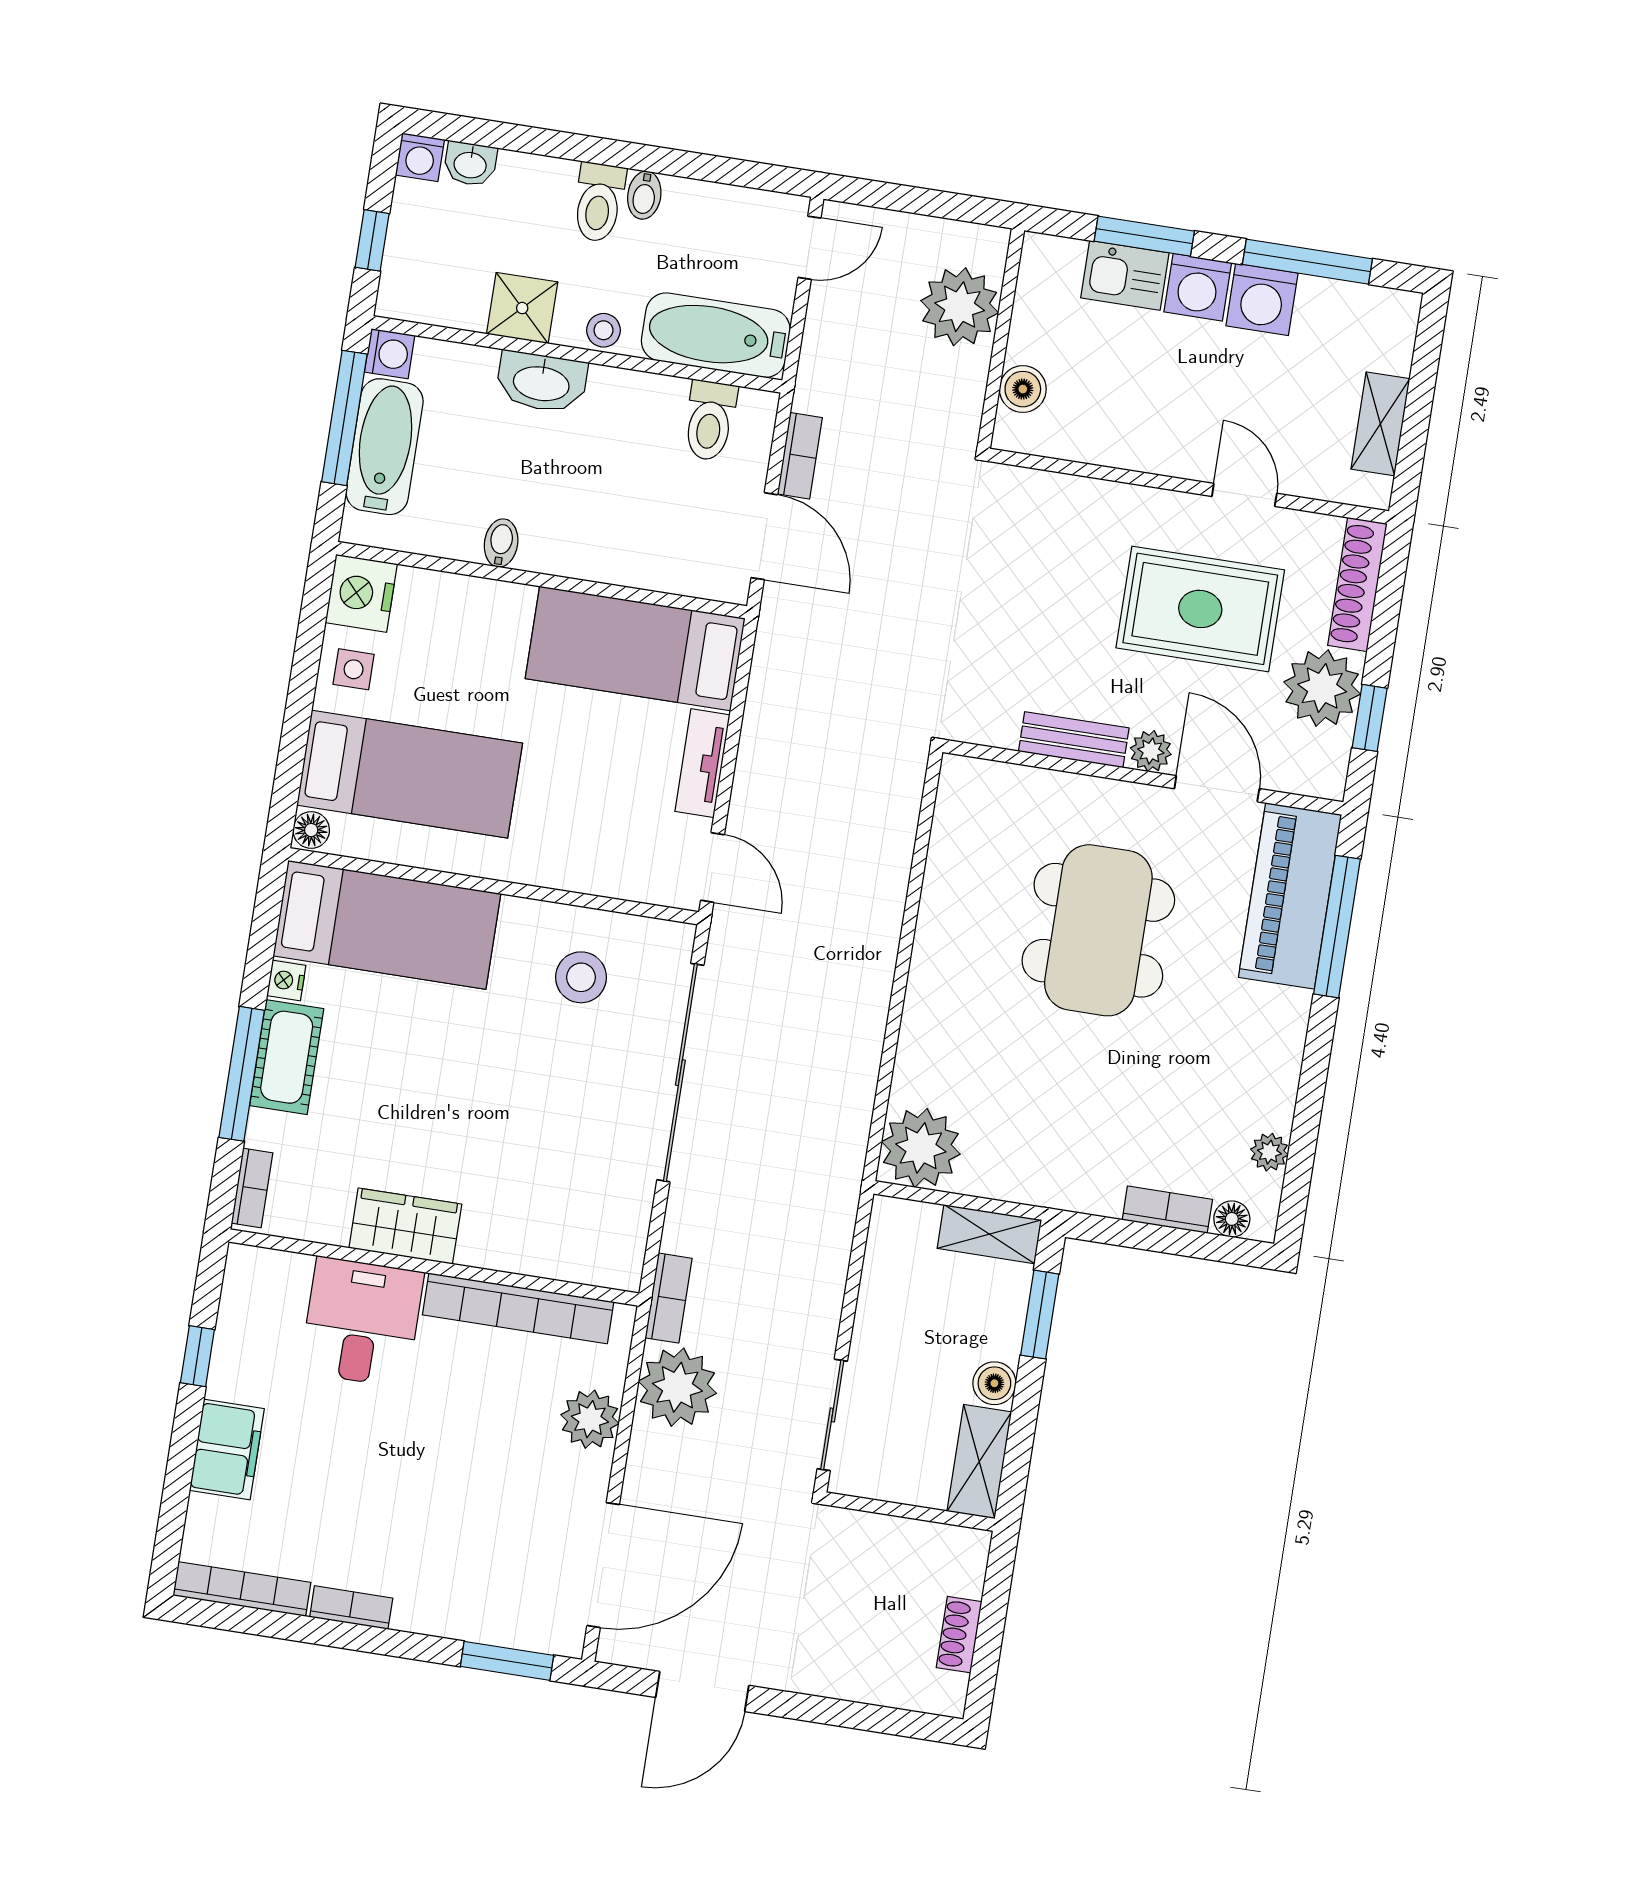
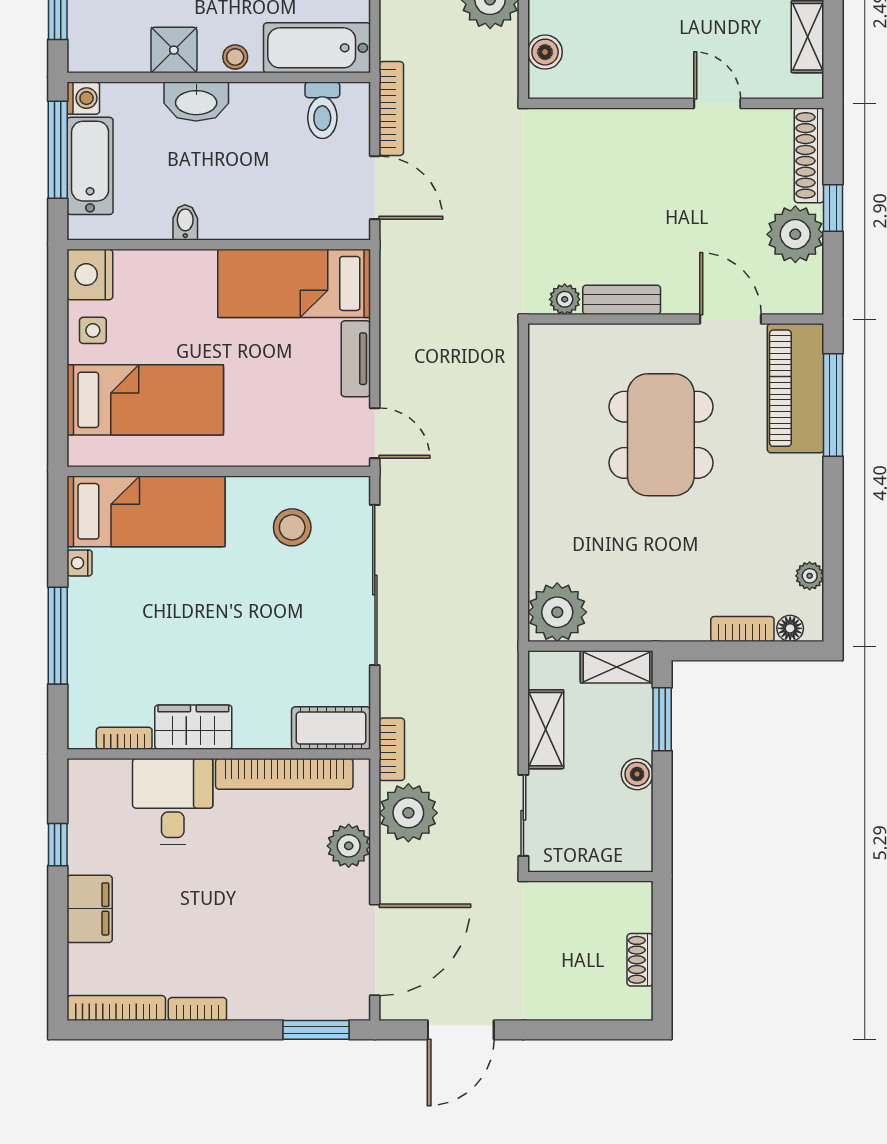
bookcase: (800, 456) -> (391, 109), width x1.56
rug: (1200, 609) -> (698, 191), removed
window: (1370, 718) -> (833, 208), moved
plant: (1151, 751) -> (565, 299), moved
floor lamp: (311, 830) -> (80, 451), removed
cot: (287, 1057) -> (331, 728), moved, turned 90
bookcase: (252, 1188) -> (124, 738), moved, turned -90
shelving: (979, 1462) -> (546, 729), moved

